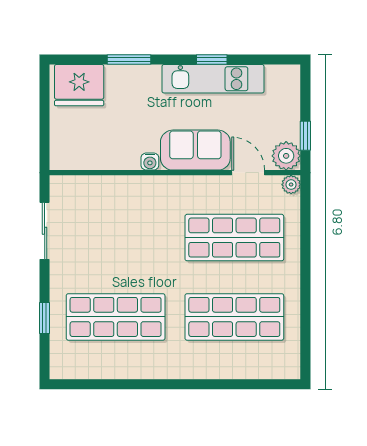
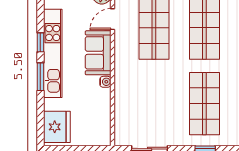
window: (129, 59) -> (40, 77), moved
kitchen unit: (213, 79) -> (53, 53), width x1.36

